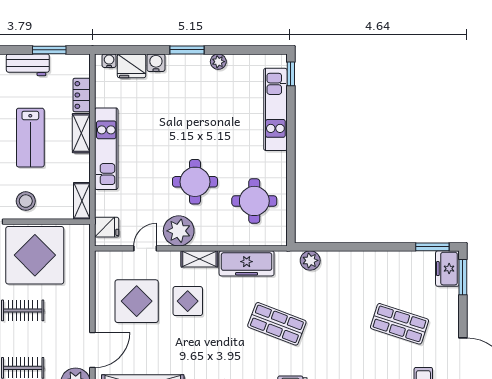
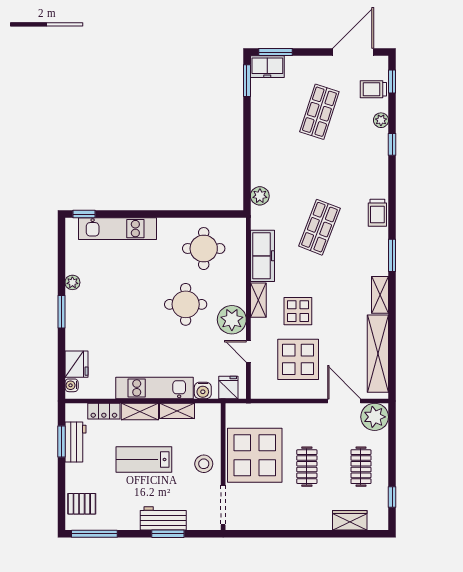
water cooler: (156, 63) -> (203, 390), moved, turned -90
workbench: (28, 65) -> (75, 442), moved
lab bench: (30, 138) -> (144, 459), turned 180
shelving: (82, 201) -> (177, 411), moved

